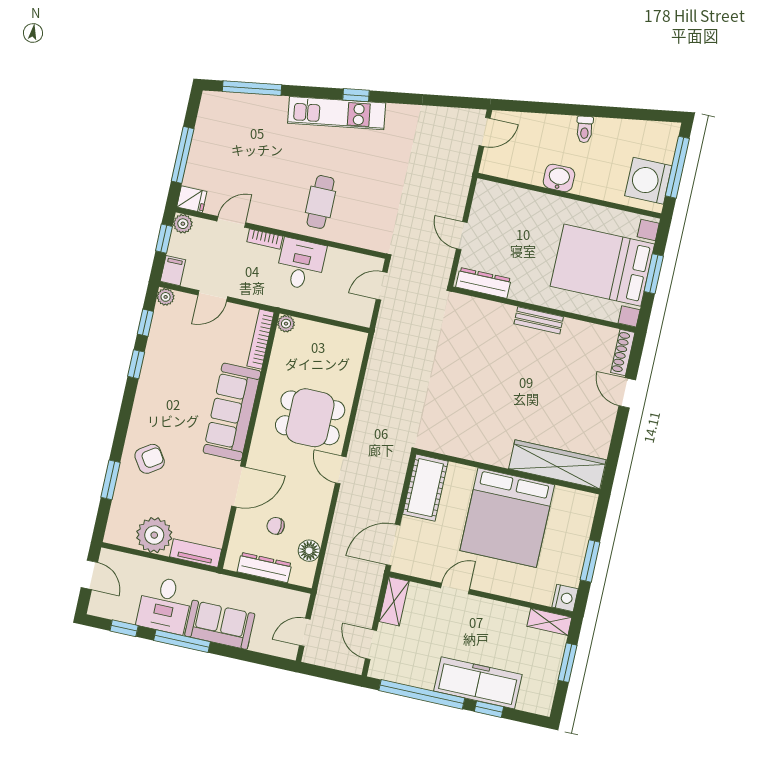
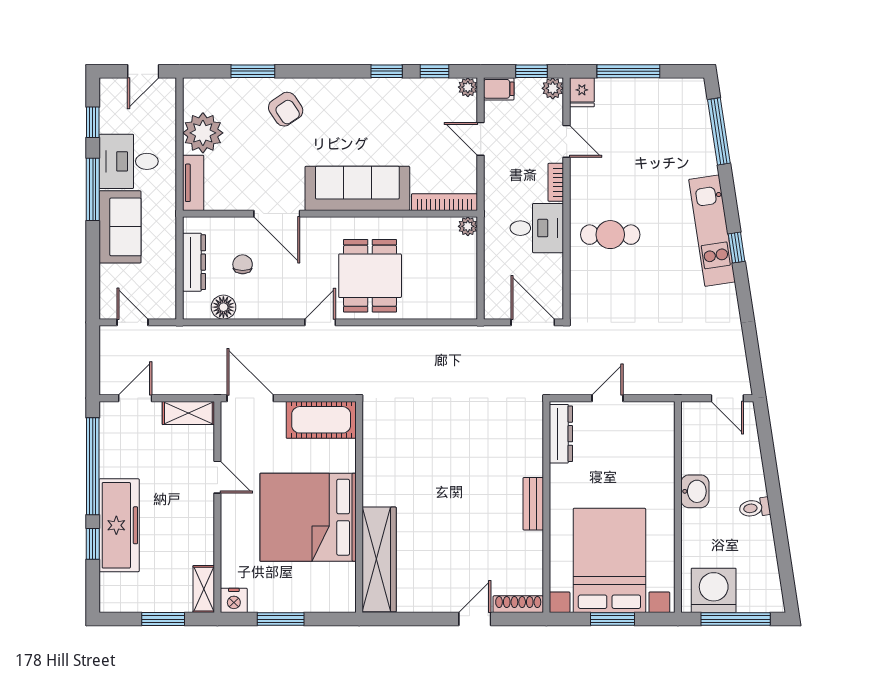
door: (382, 286) -> (533, 322), width x1.38

